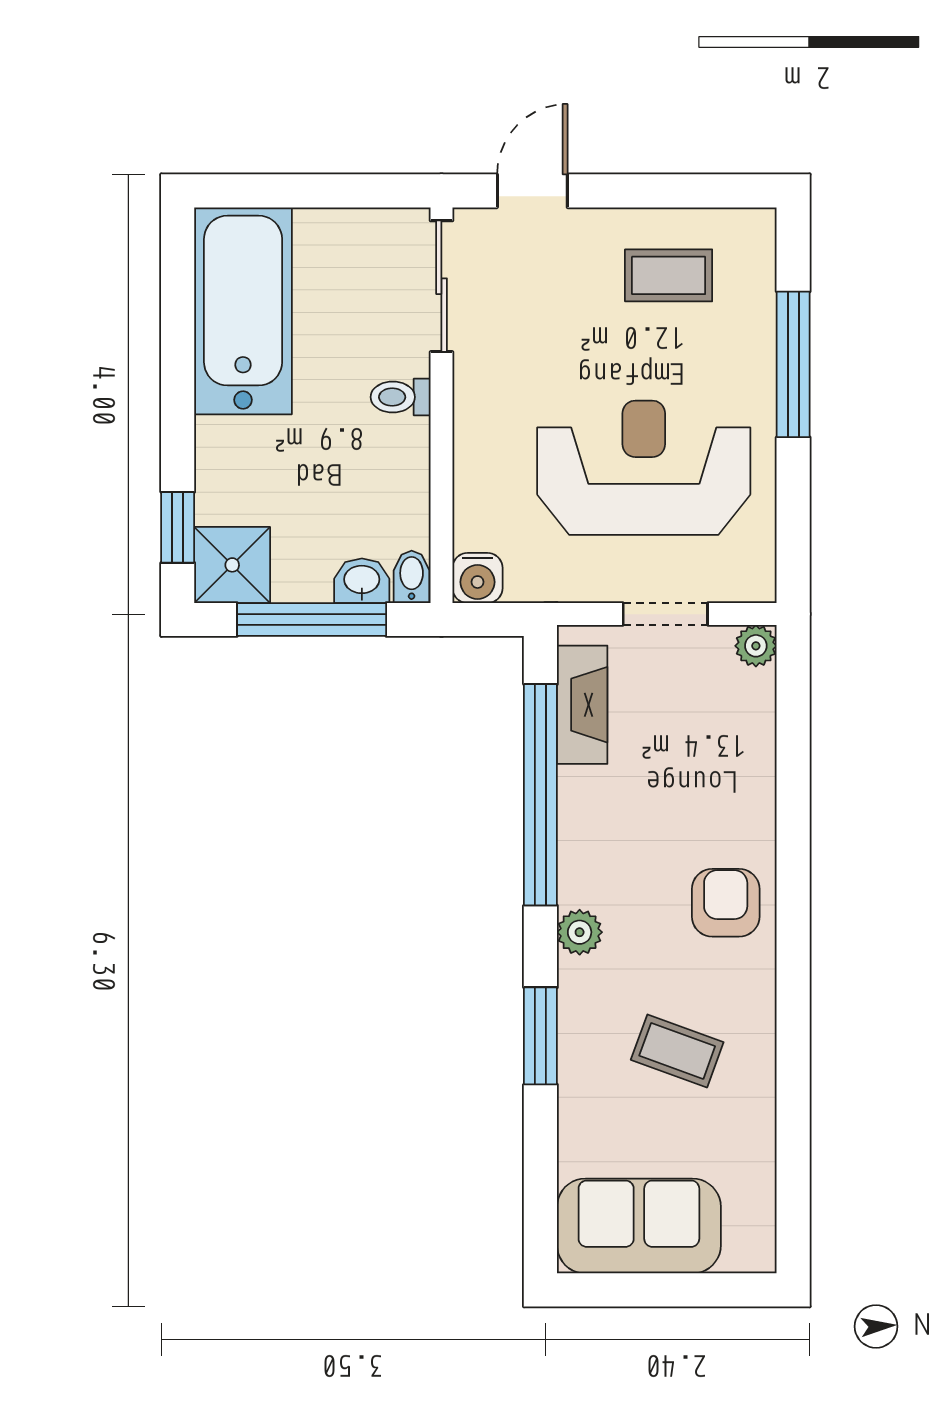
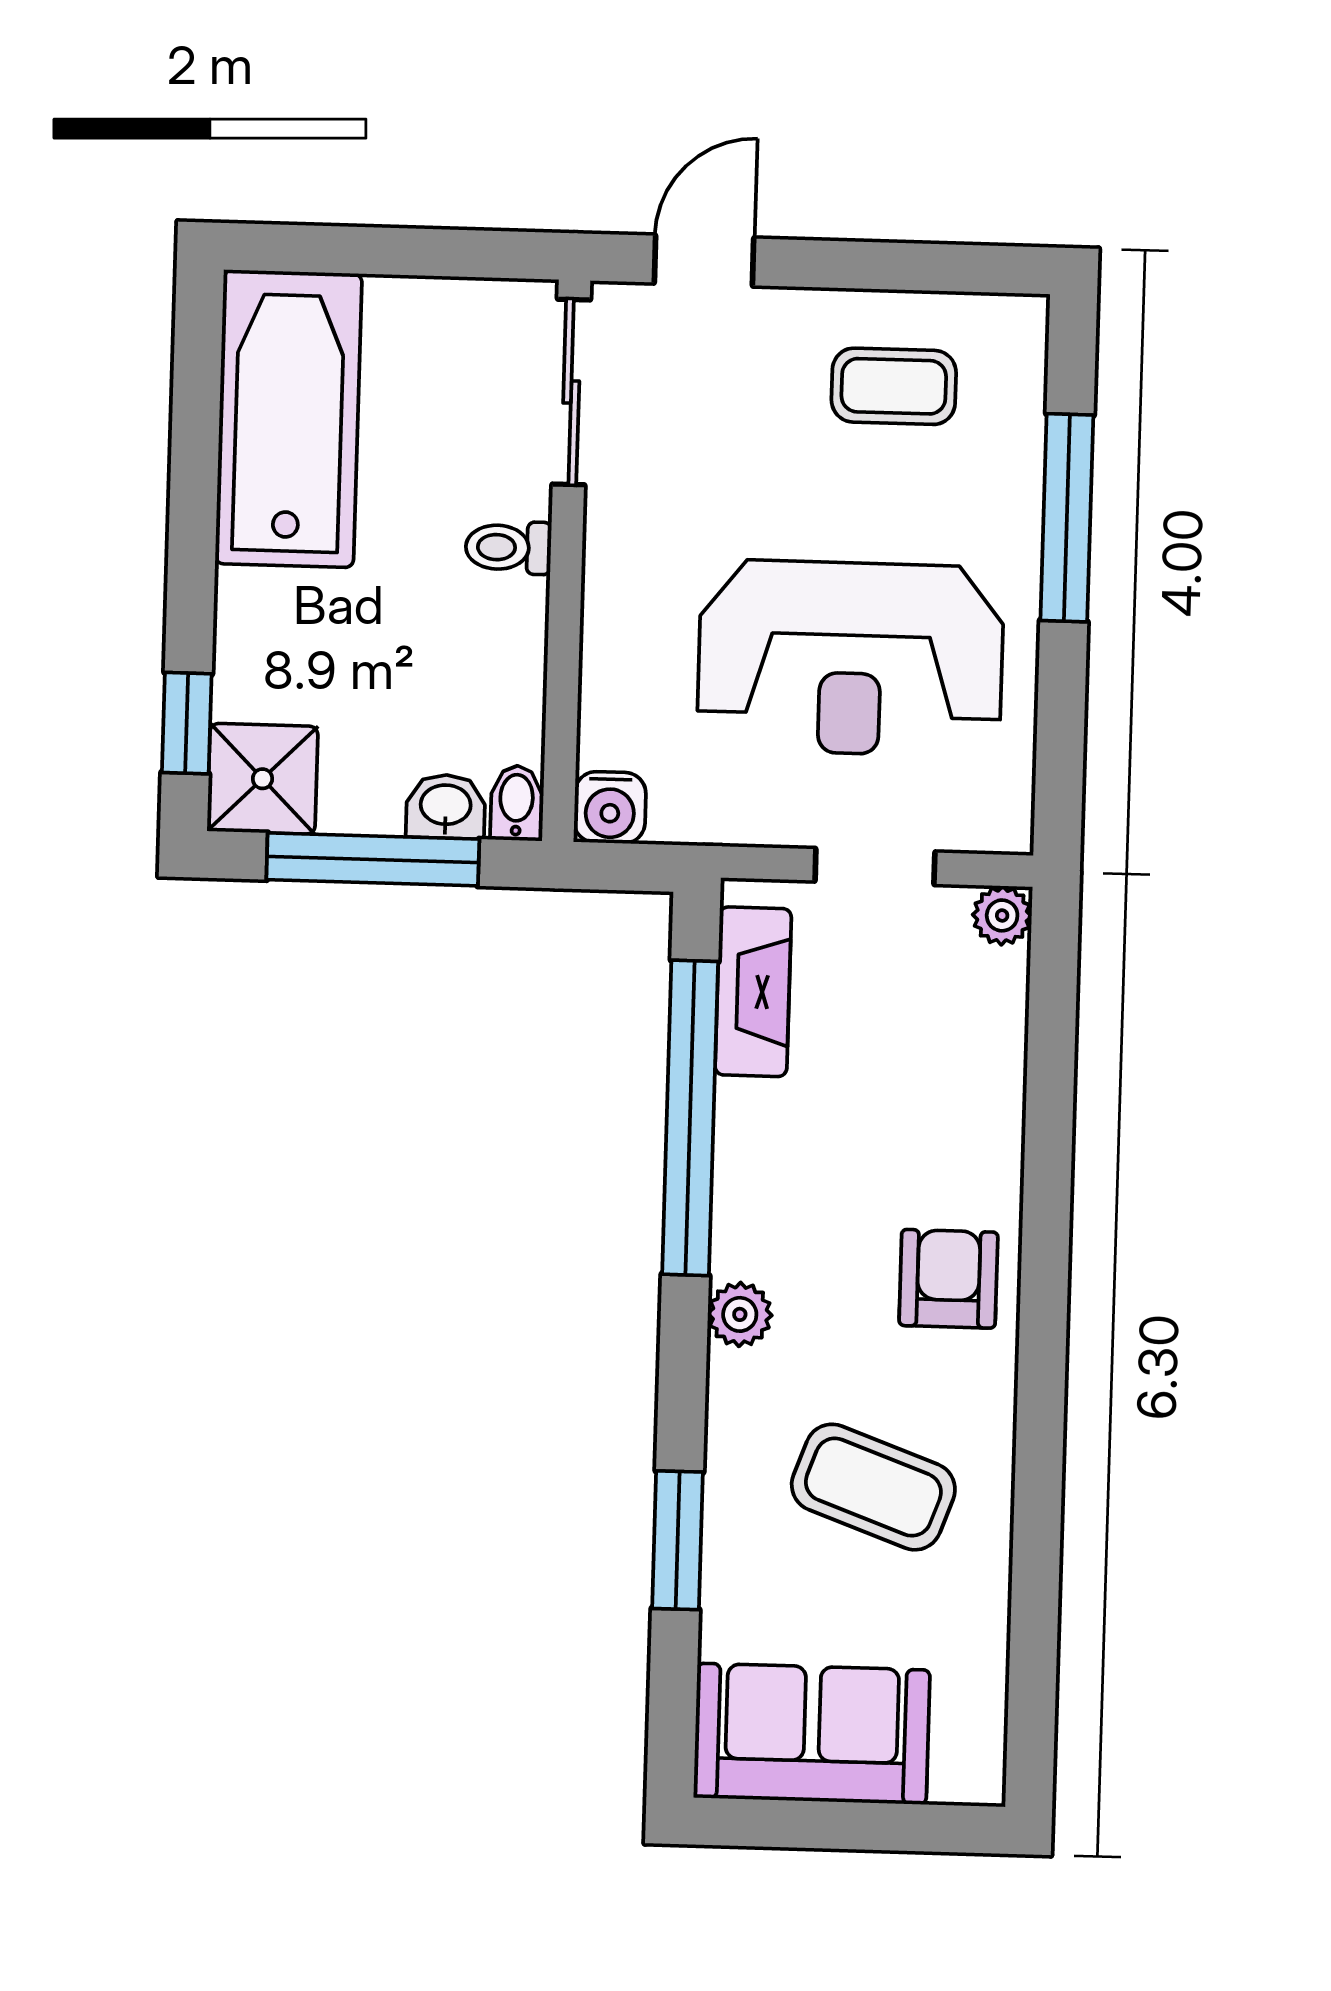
reception desk: (644, 468) -> (851, 658), turned 180
window: (540, 1036) -> (678, 1540), moved
coffee table: (677, 1051) -> (873, 1487), width x1.36, depth x1.30

